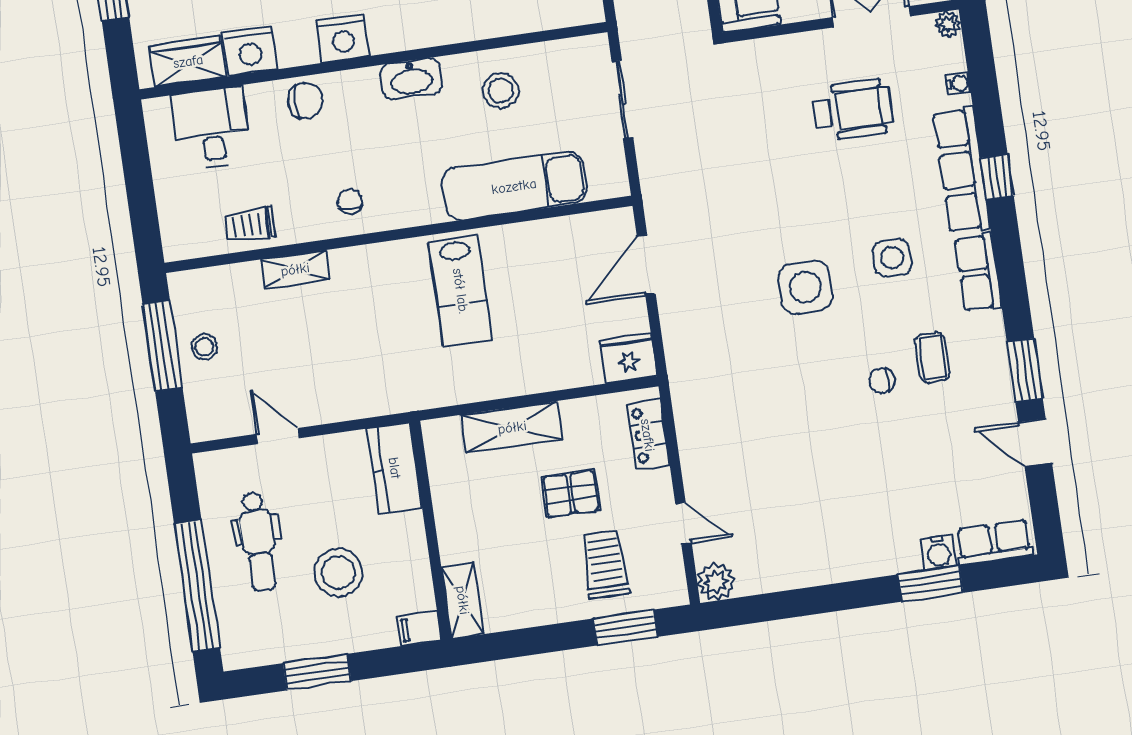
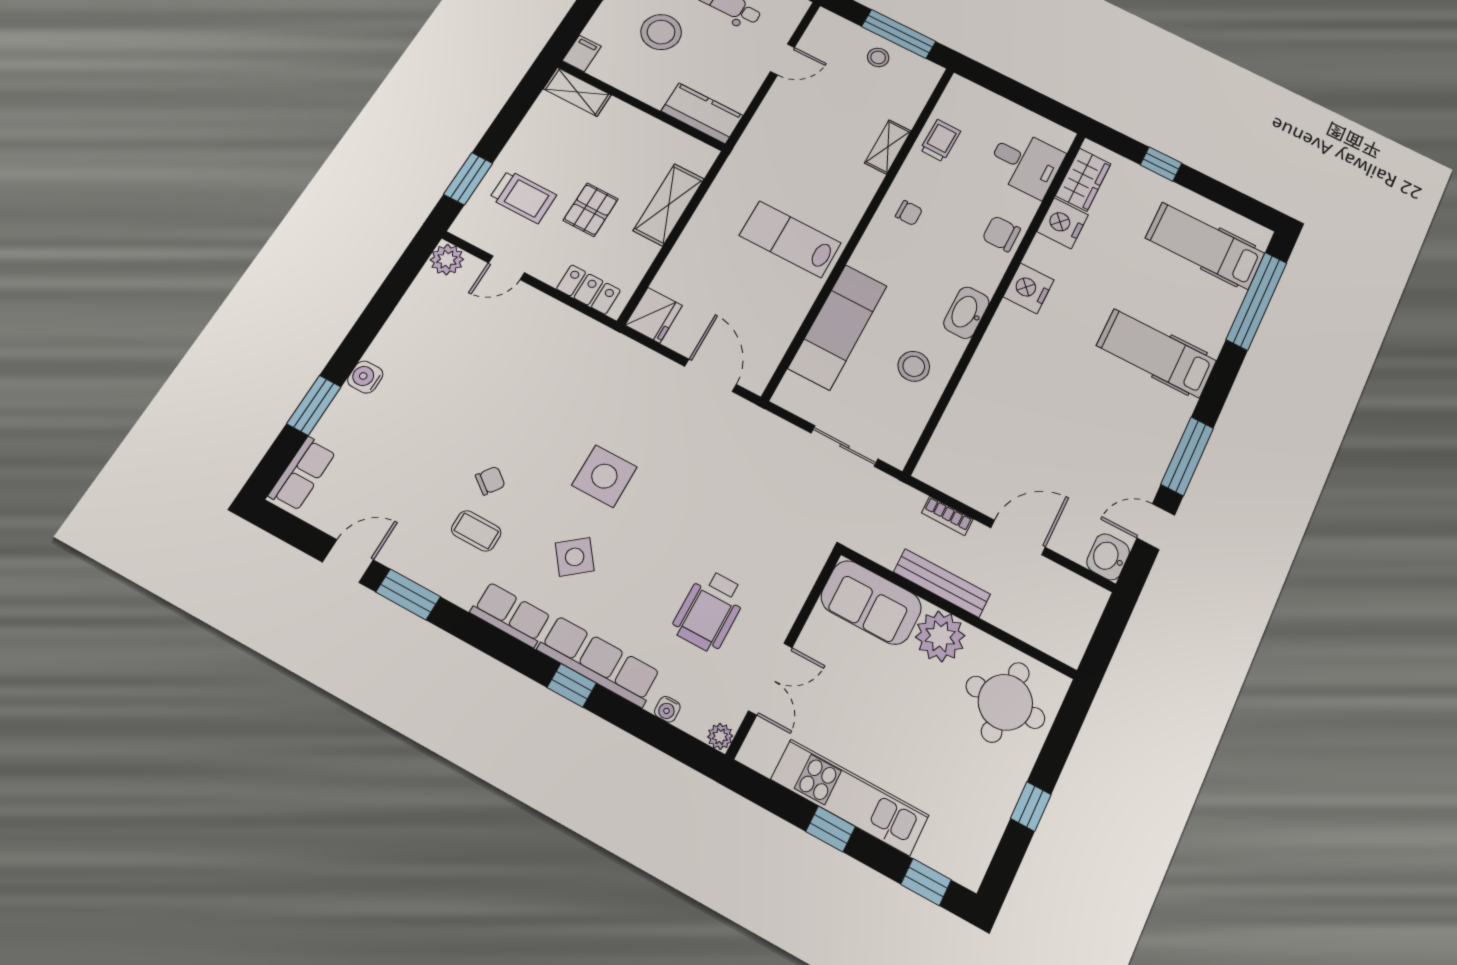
chair: (305, 101) -> (1001, 234), turned 90
side table: (892, 258) -> (575, 557), turned -38
chair: (882, 381) -> (490, 481), turned 37
water cooler: (939, 552) -> (365, 377), moved

